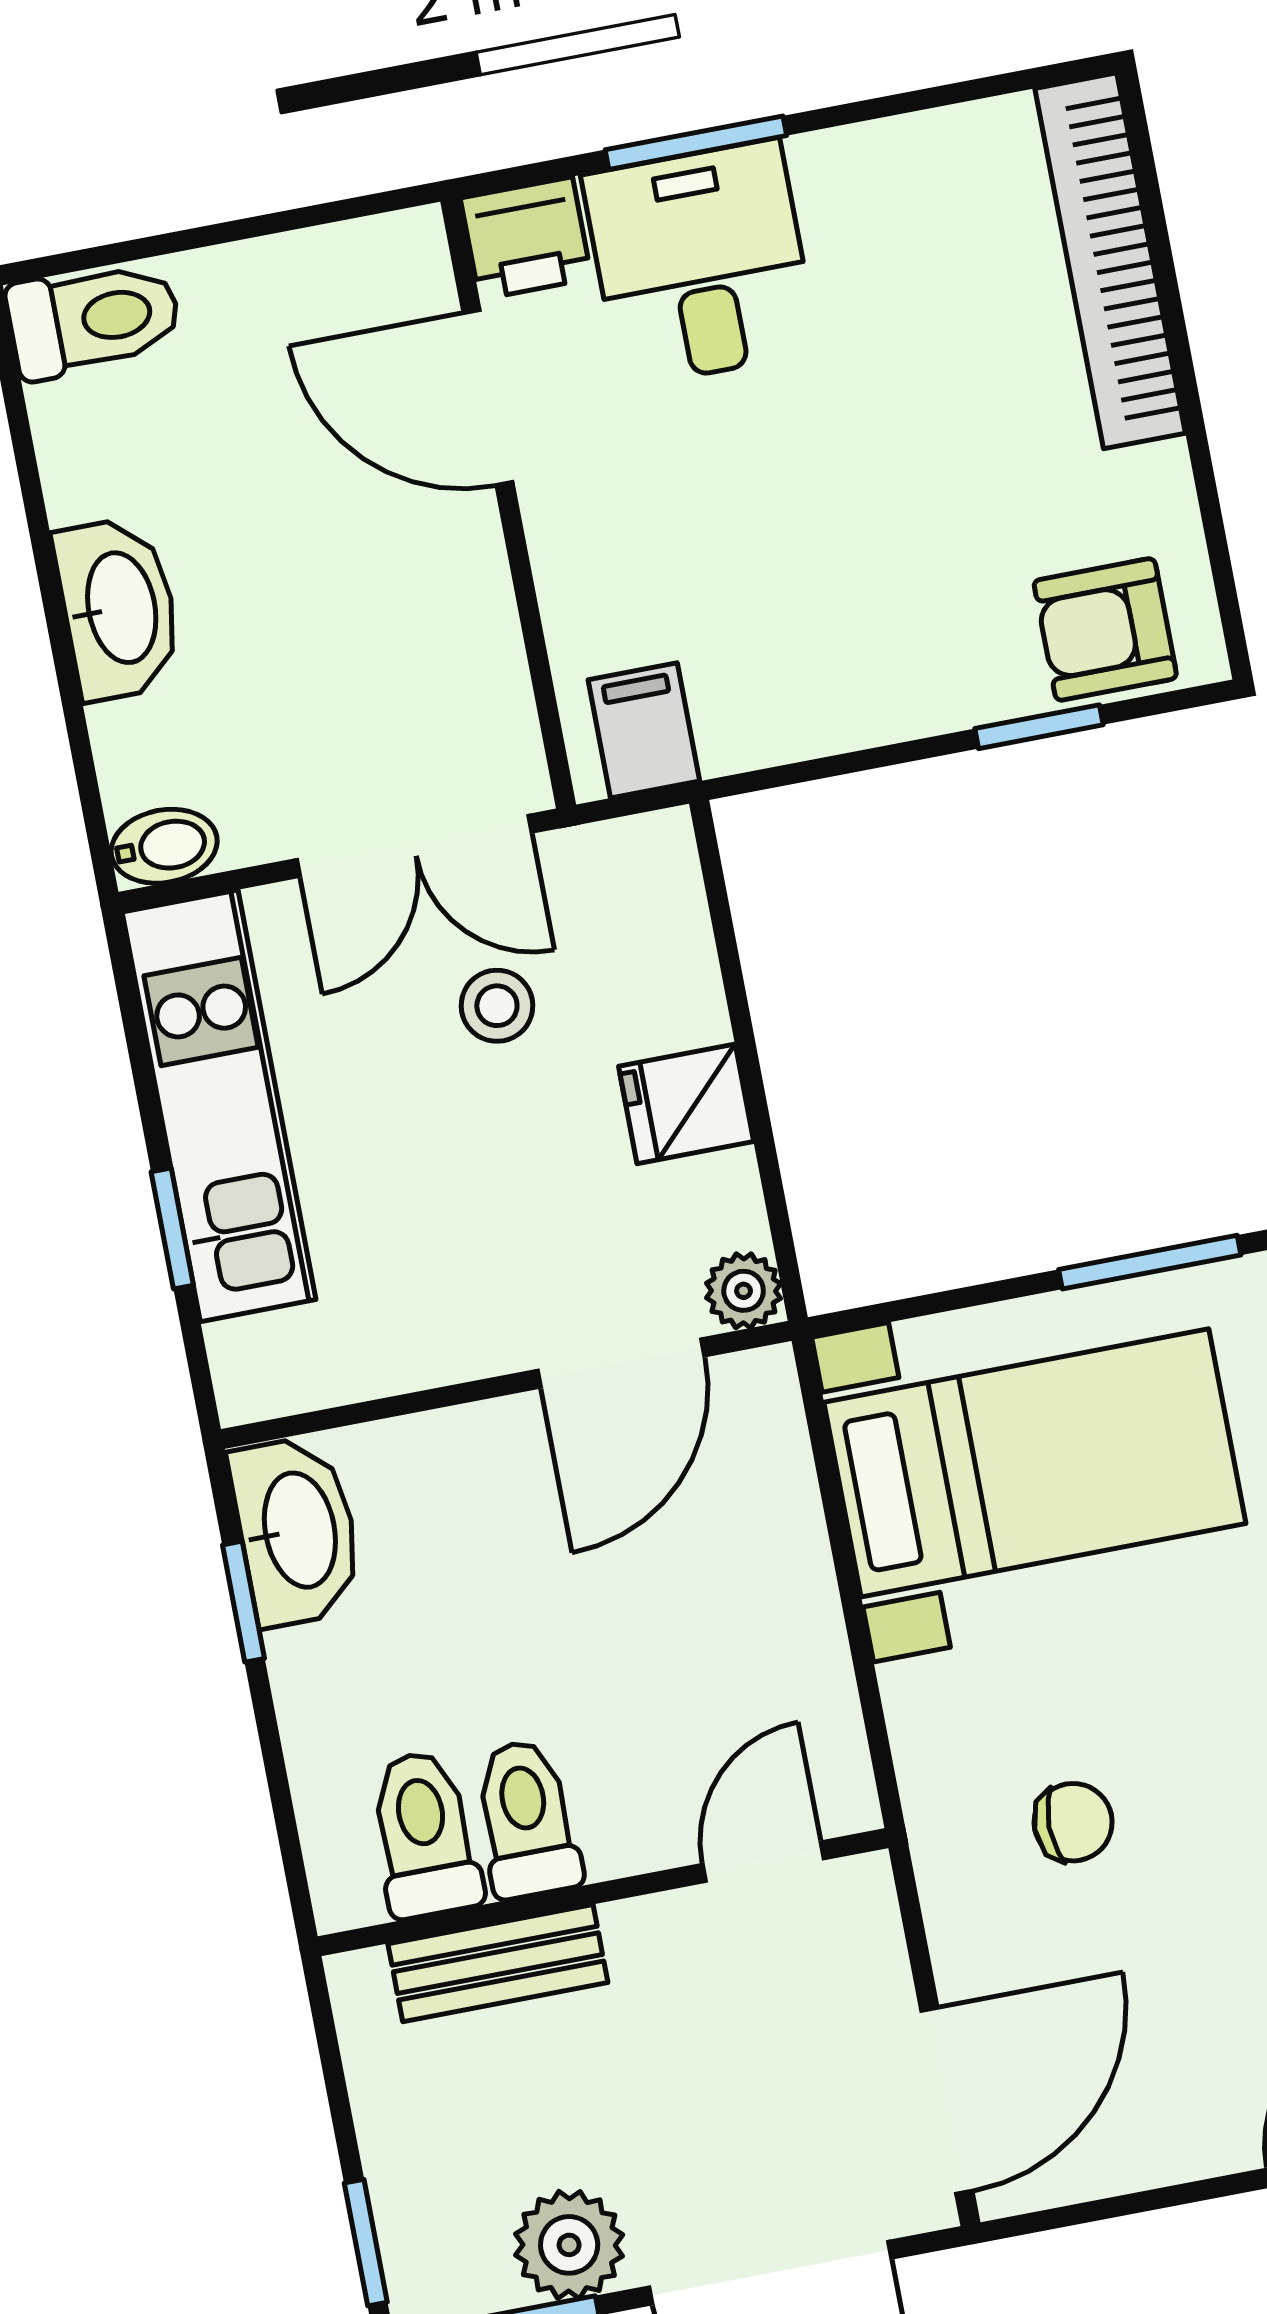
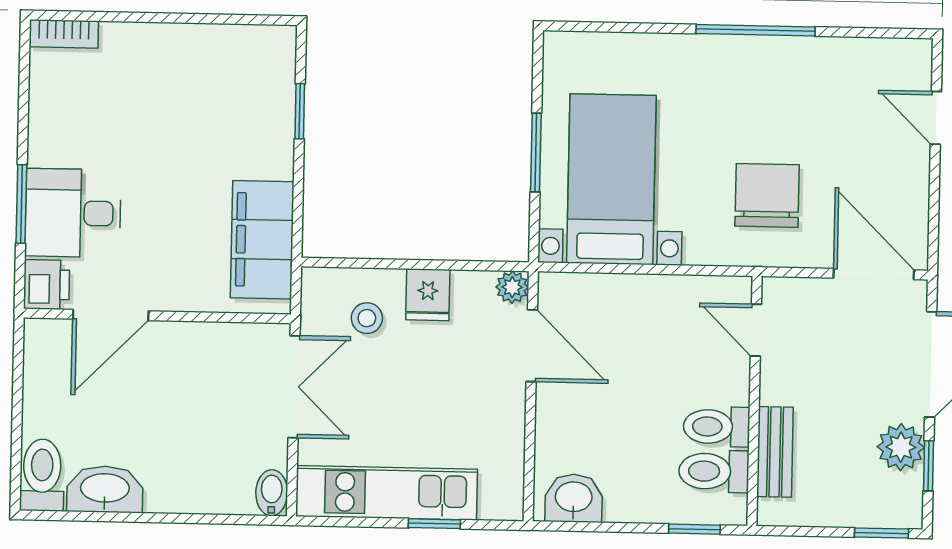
bookcase: (1110, 261) -> (64, 34), width x0.43, depth x0.76
washbasin: (119, 608) -> (105, 489), moved
armchair: (1105, 629) -> (265, 74), removed
filing cabinet: (644, 730) -> (262, 240), width x3.00, depth x1.17
stool: (497, 1006) -> (367, 318), moved
window: (1150, 1262) -> (536, 153), moved
washbasin: (297, 1531) -> (574, 498), width x0.72
window: (244, 1602) -> (694, 529), moved
chair: (1073, 1822) -> (767, 195), width x1.87, depth x1.87

